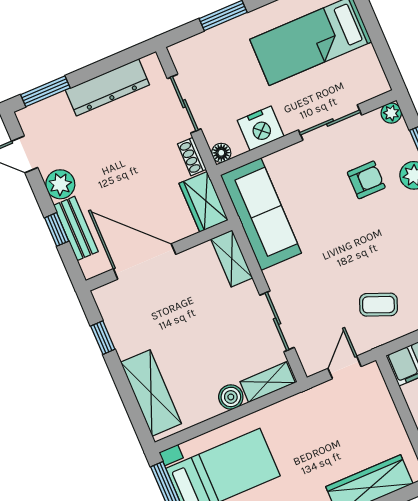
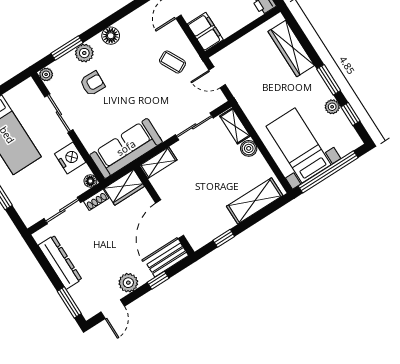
armchair: (366, 180) -> (92, 83), turned 92
bench: (76, 228) -> (168, 260), moved
coffee table: (378, 305) -> (172, 62), turned -49

